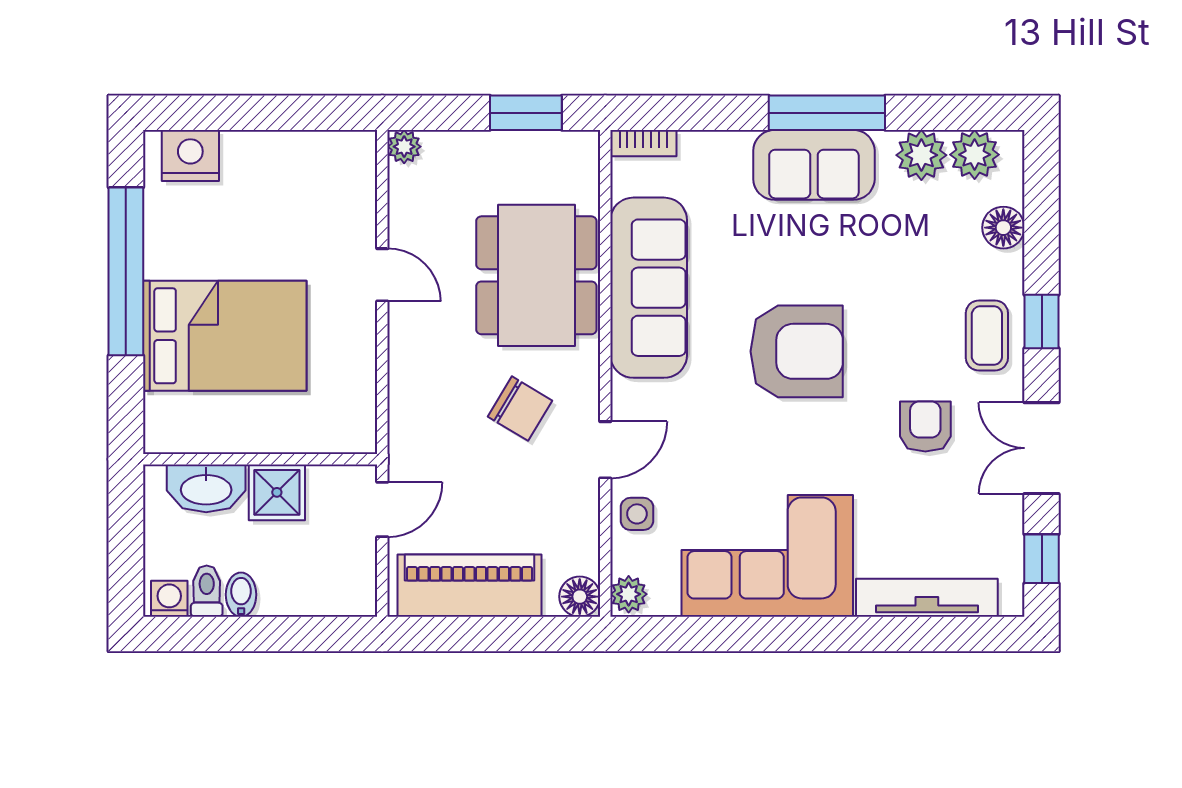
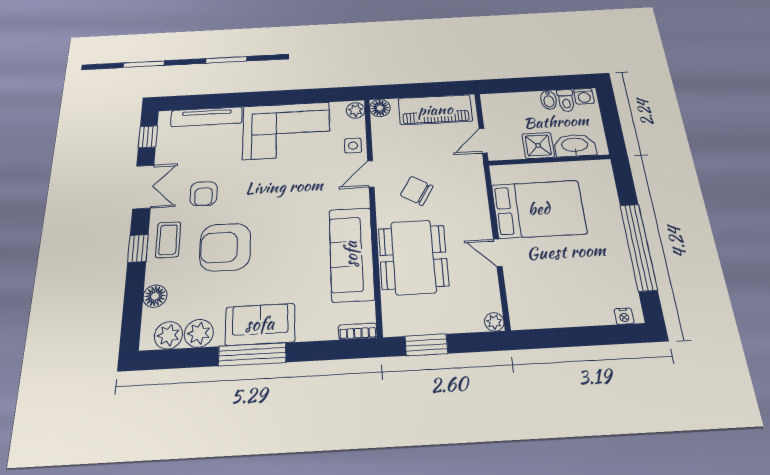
nightstand: (190, 156) -> (624, 316), width x0.53, depth x0.56
bed: (225, 336) -> (539, 209), moved, turned 180
armchair: (797, 351) -> (225, 247), moved

